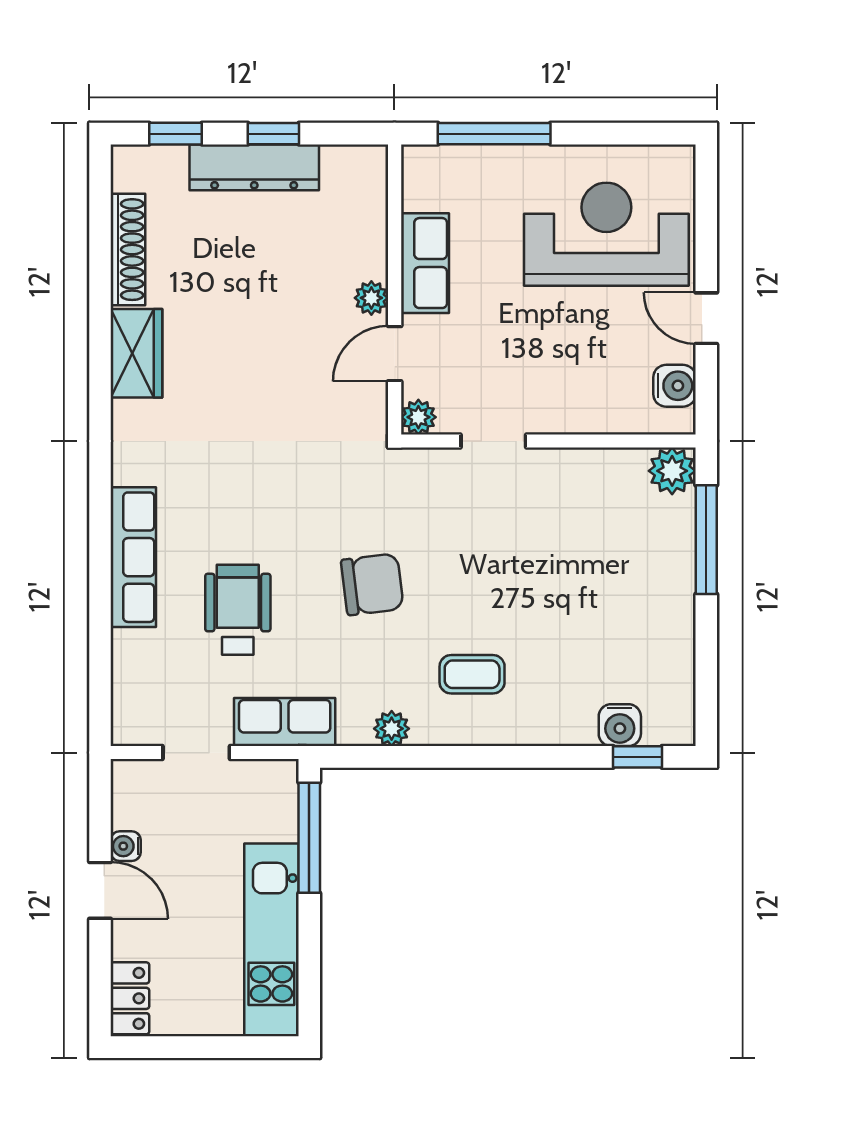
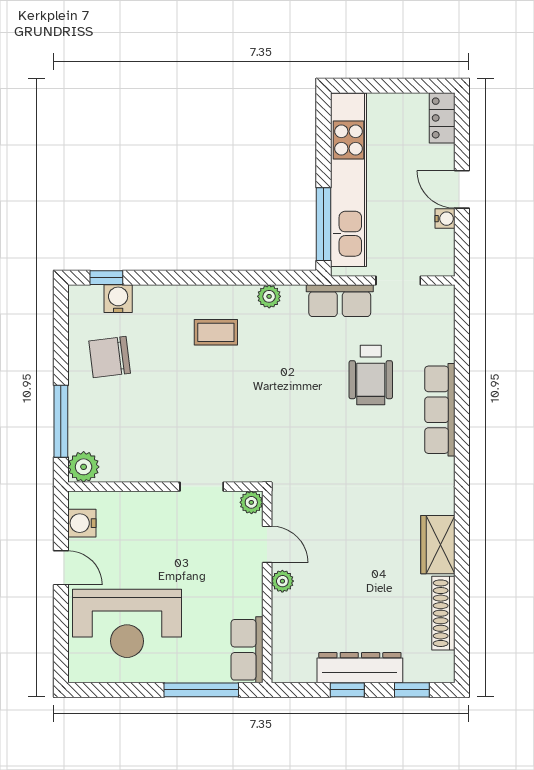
row of seats: (425, 263) -> (247, 650), moved
door: (395, 354) -> (267, 544), hinge flipped
chair: (372, 584) -> (110, 357), moved
kitchen unit: (271, 940) -> (348, 180), width x1.36

